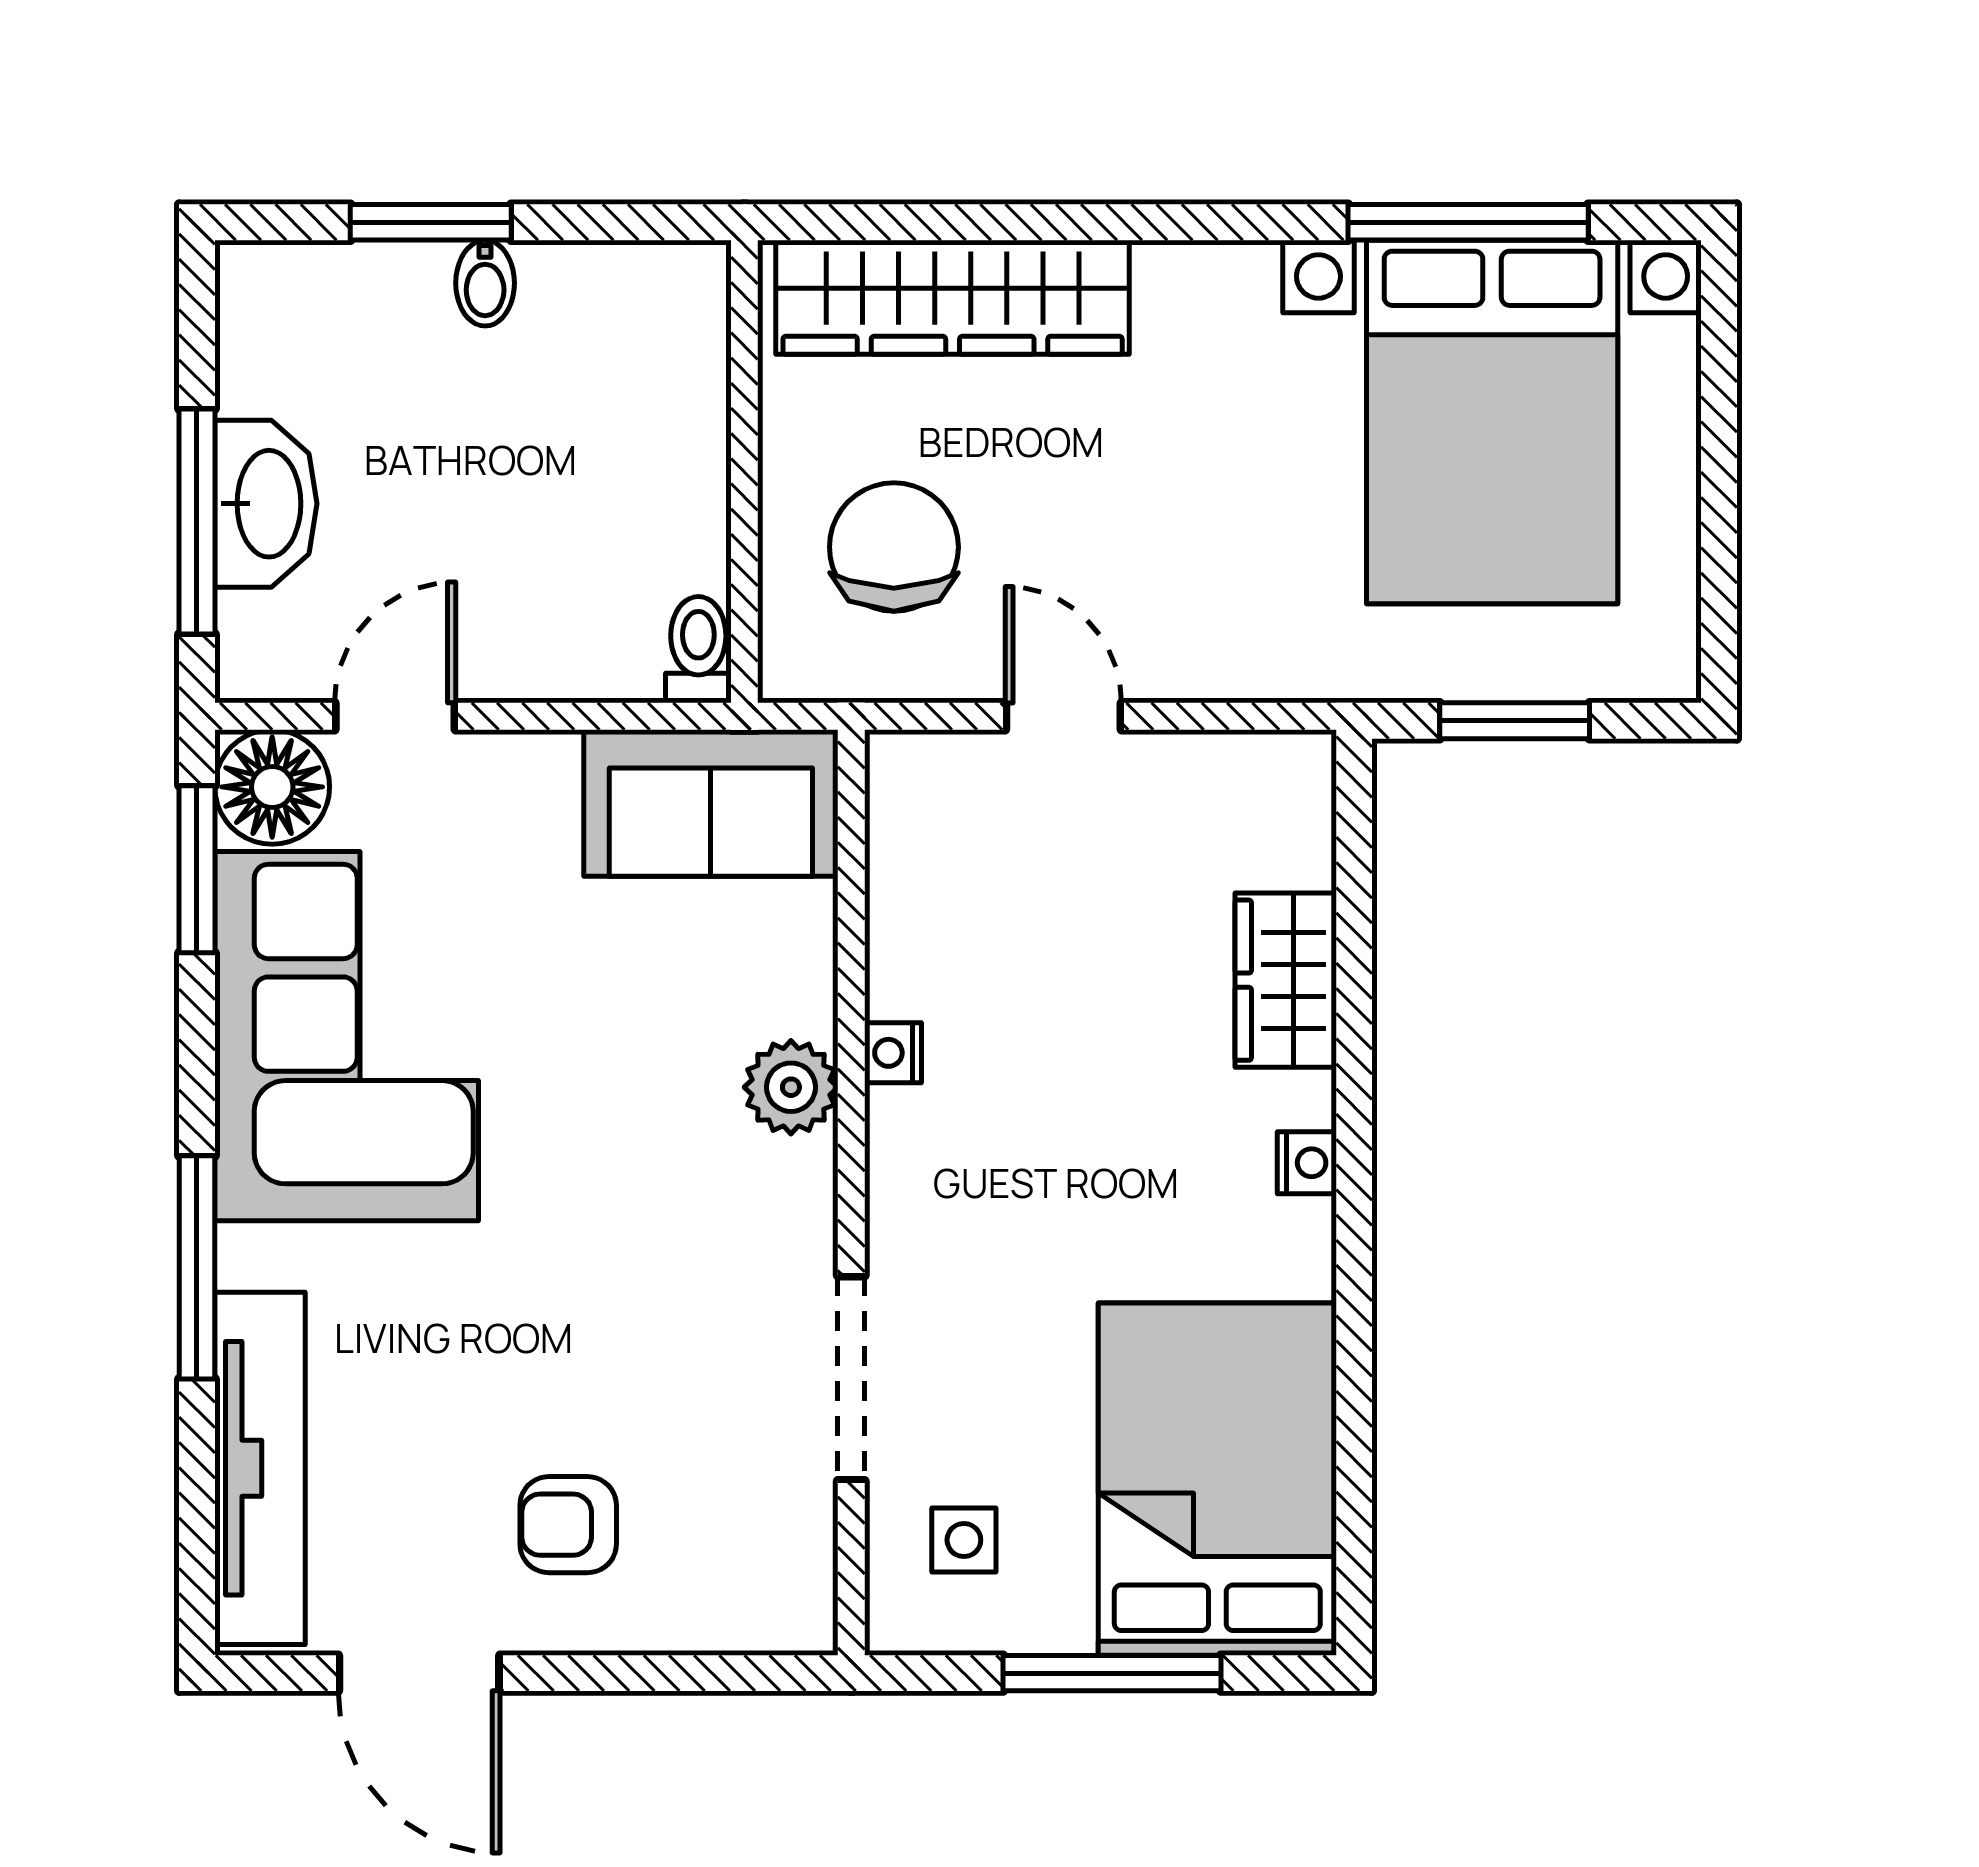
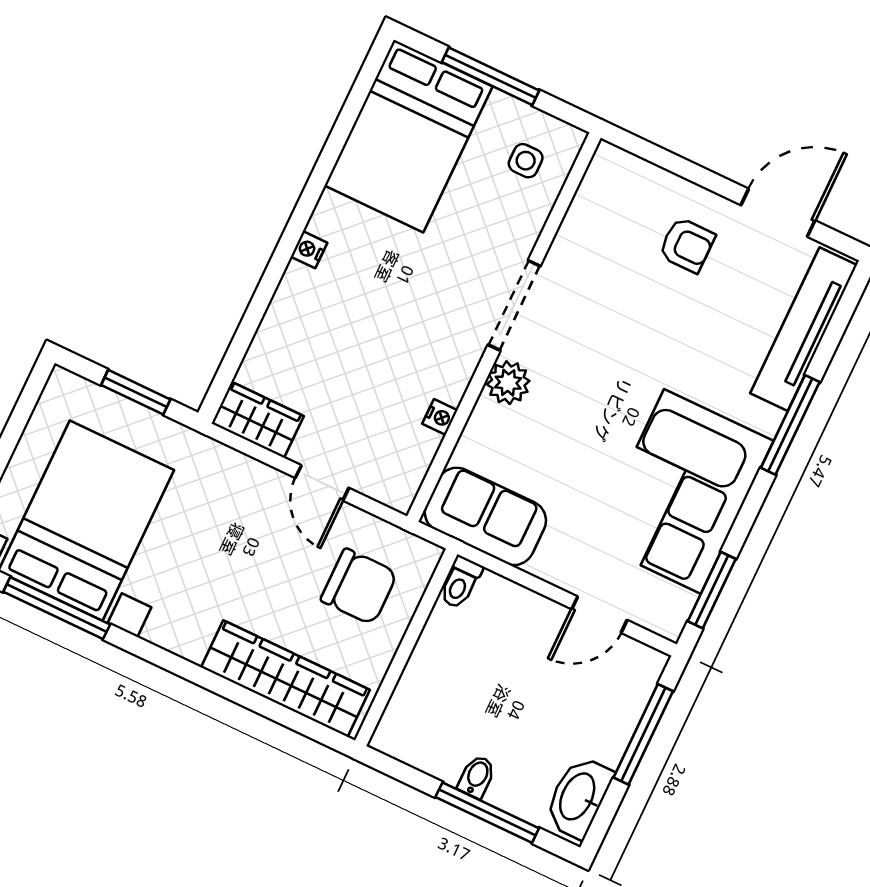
window: (431, 222) -> (487, 813), width x1.44
washbasin: (266, 504) -> (578, 797), moved
chair: (894, 547) -> (359, 587), turned -90
floor lamp: (272, 787) -> (664, 609), removed
wardrobe: (1286, 980) -> (258, 420), moved, turned -90
nightstand: (893, 1053) -> (440, 417), moved
doorway: (851, 1378) -> (514, 305), moved
door: (419, 1673) -> (778, 213), hinge flipped

